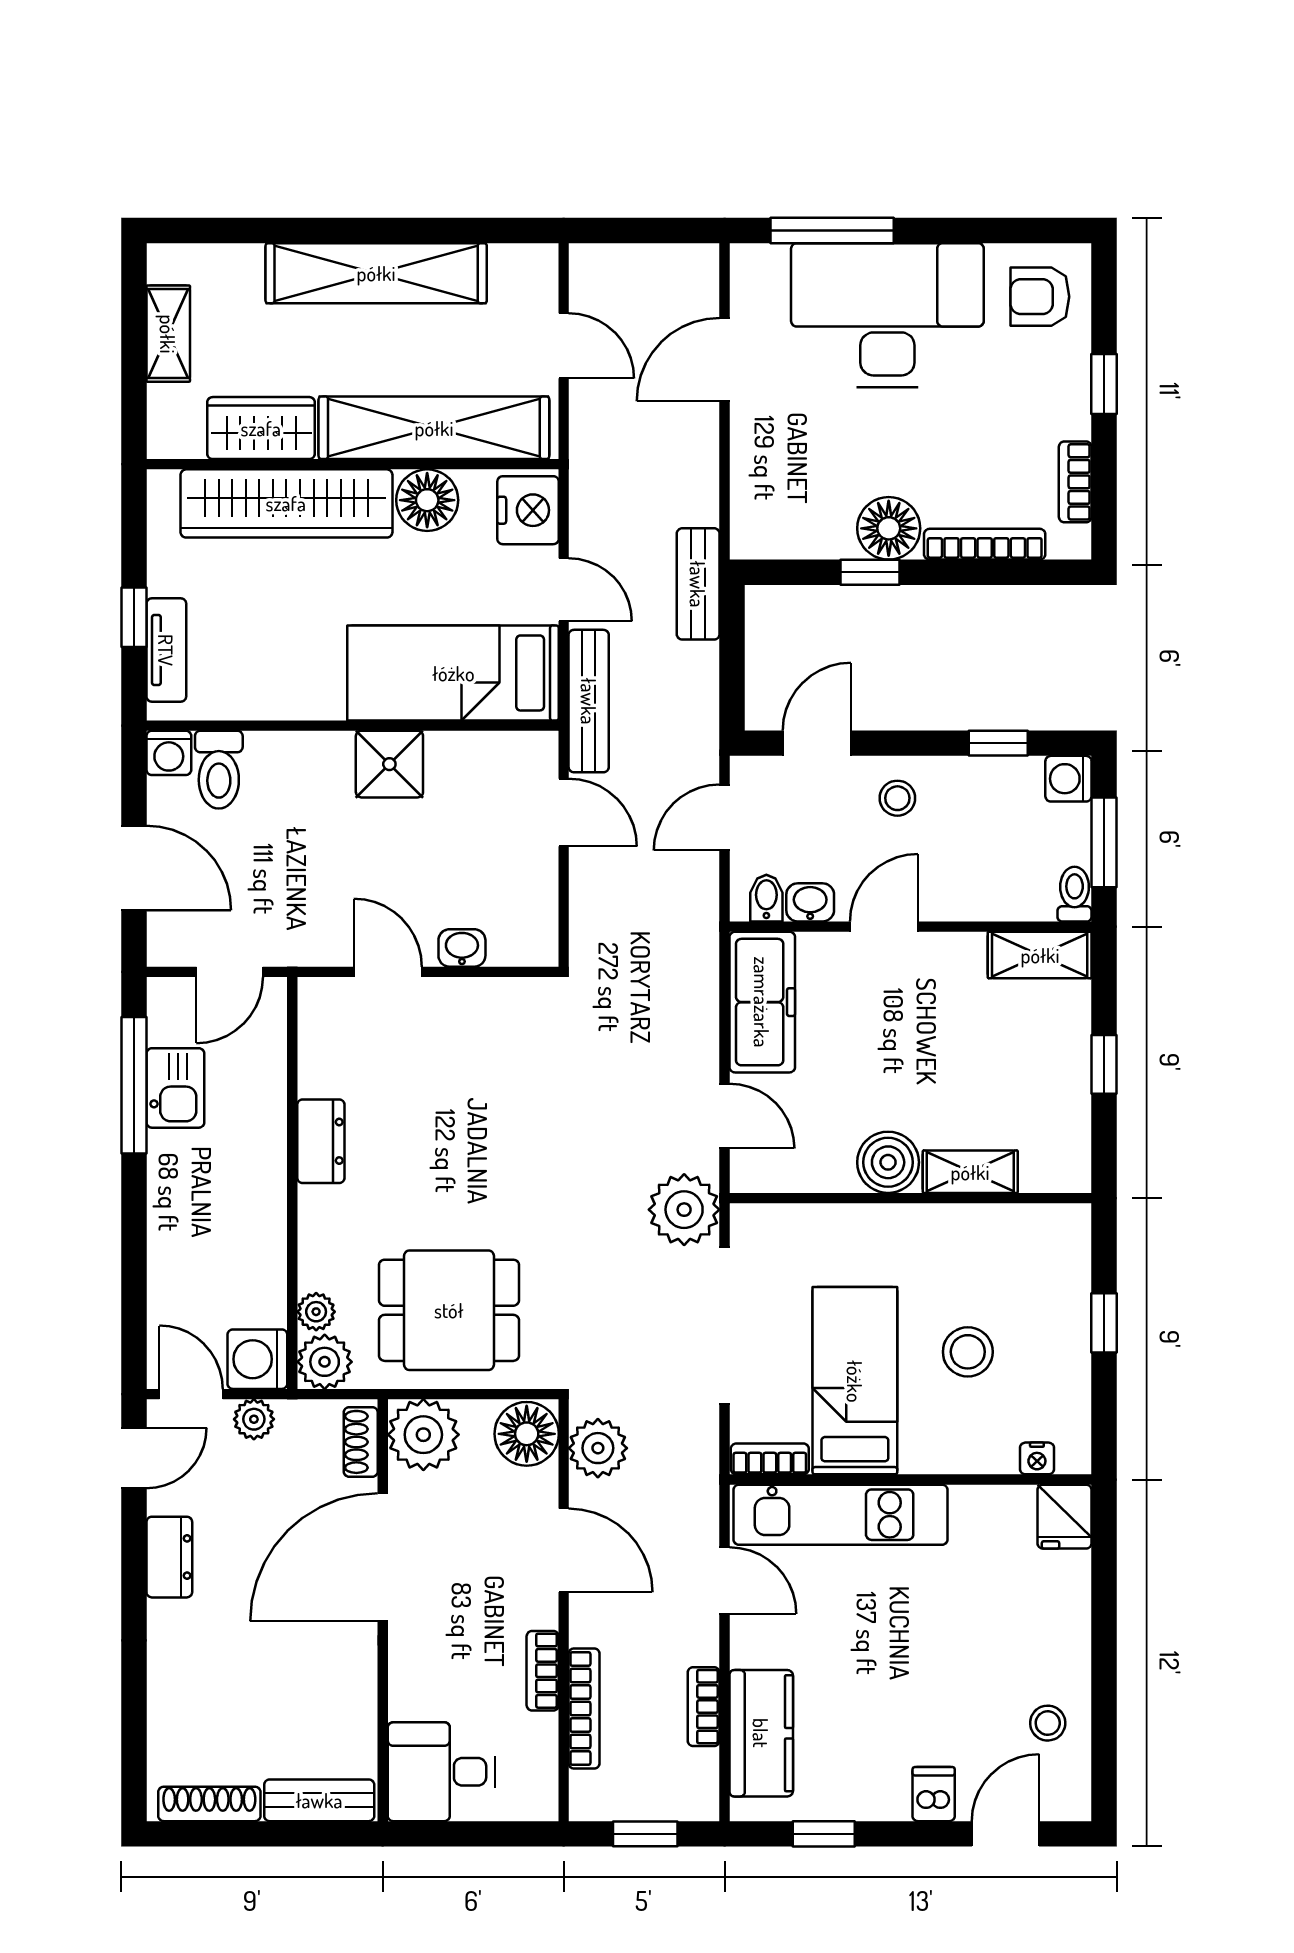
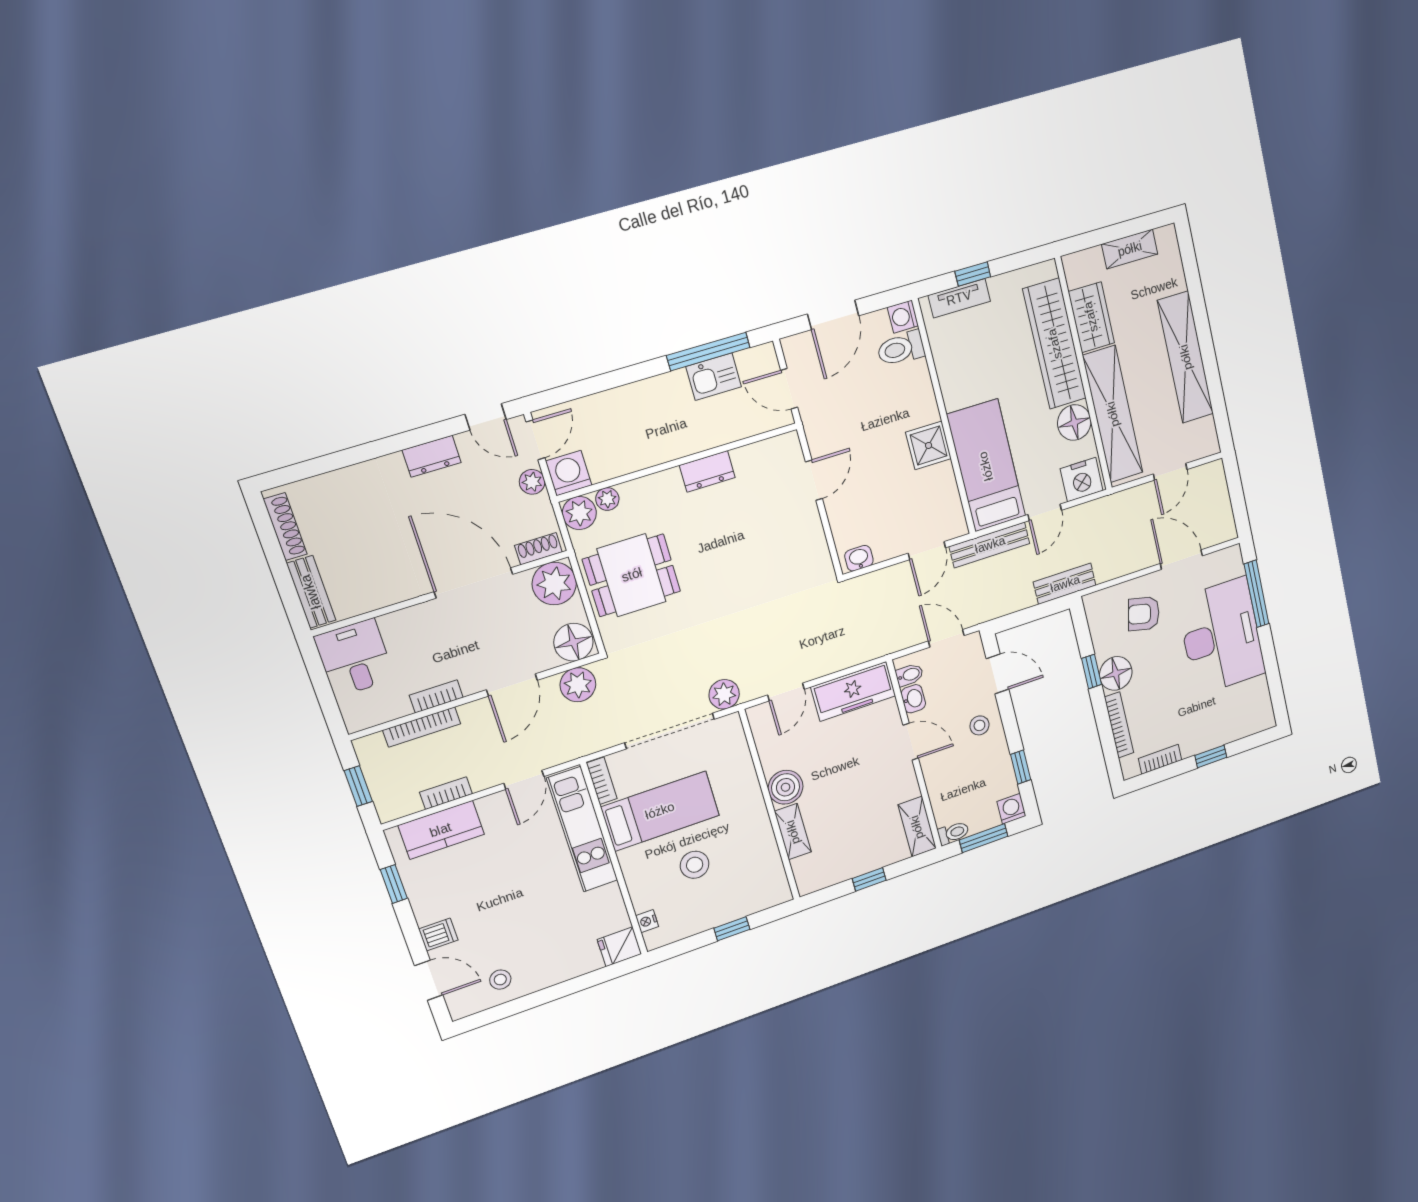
armchair: (1040, 297) -> (1144, 614), moved, turned -77
washbasin: (462, 948) -> (859, 558), moved, turned -90
plant: (684, 1210) -> (724, 694), width x0.73, depth x0.73
dining table: (449, 1310) -> (632, 575), turned 90

